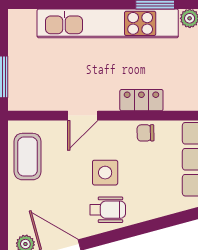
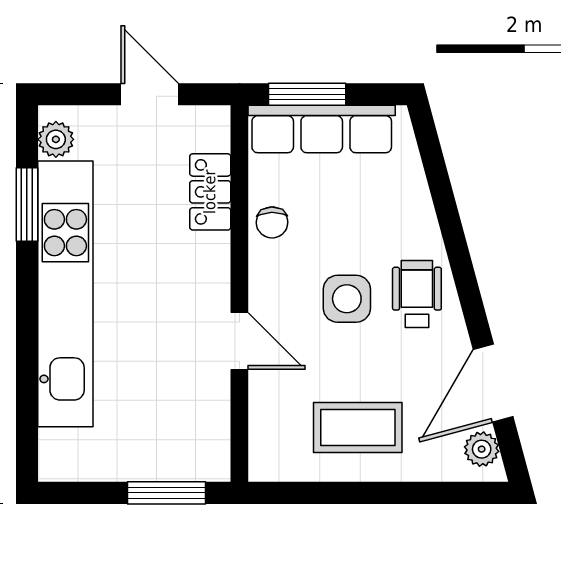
locker: (141, 100) -> (210, 192), moved
coffee table: (27, 157) -> (358, 427), moved

